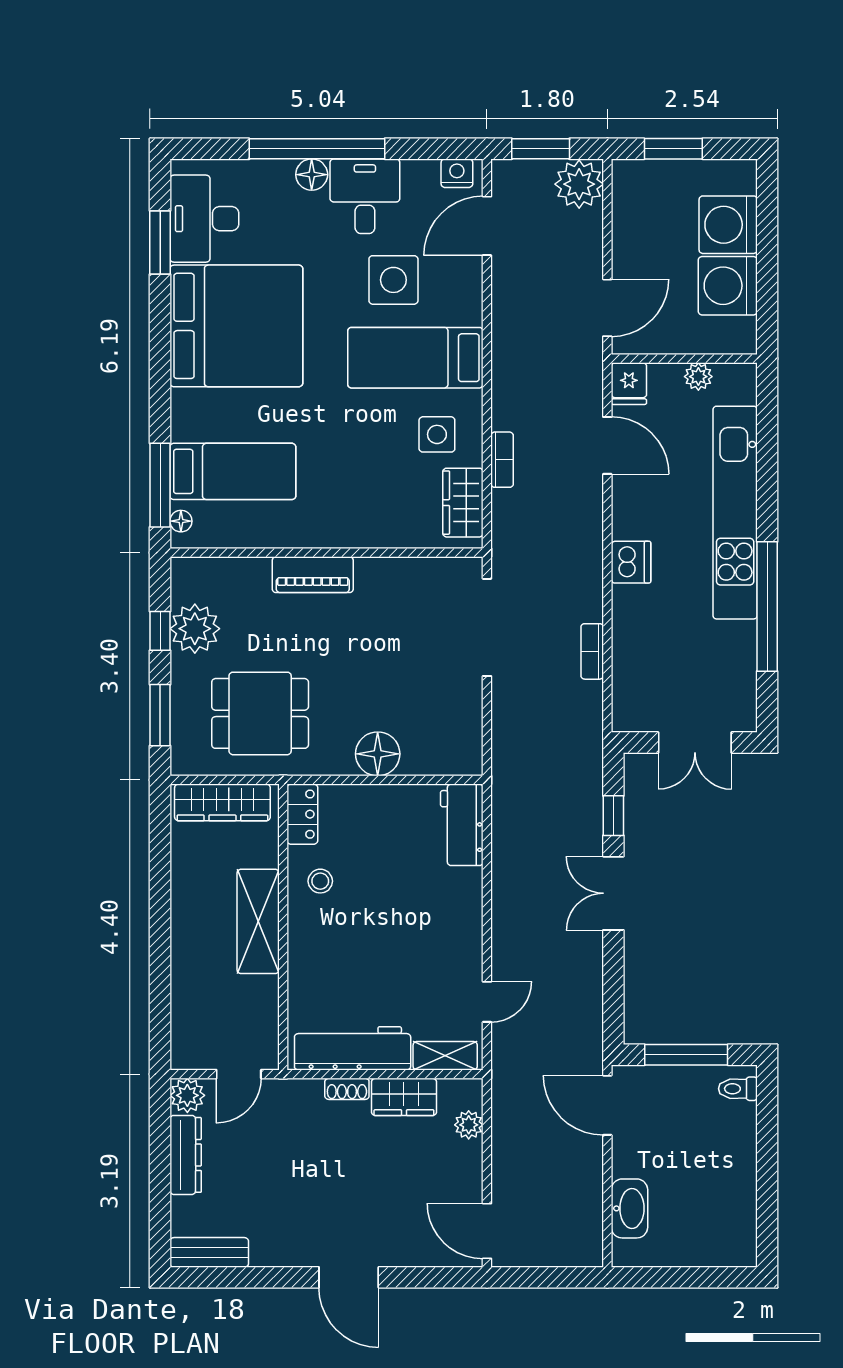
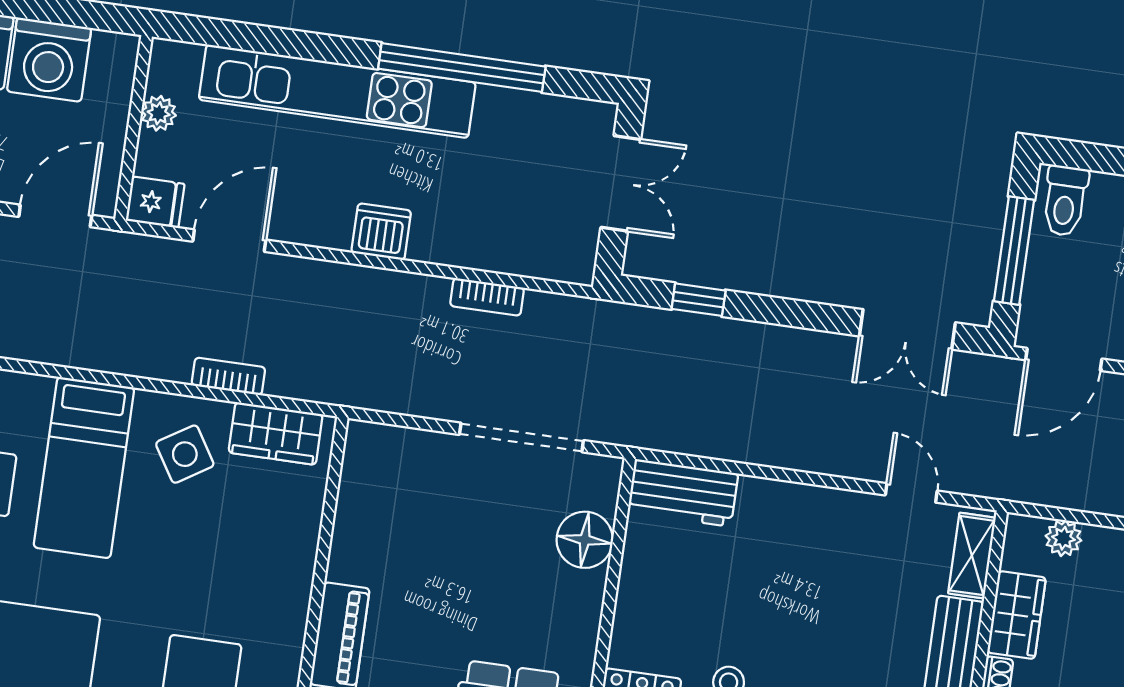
door: (607, 308) -> (55, 216), hinge flipped
side table: (437, 434) -> (185, 454), turned -32
doorway: (487, 627) -> (521, 437), moved
floor lamp: (378, 754) -> (585, 540), moved
double door: (613, 893) -> (907, 329), moved
toilet: (738, 1089) -> (1065, 201), width x1.37, depth x1.39

